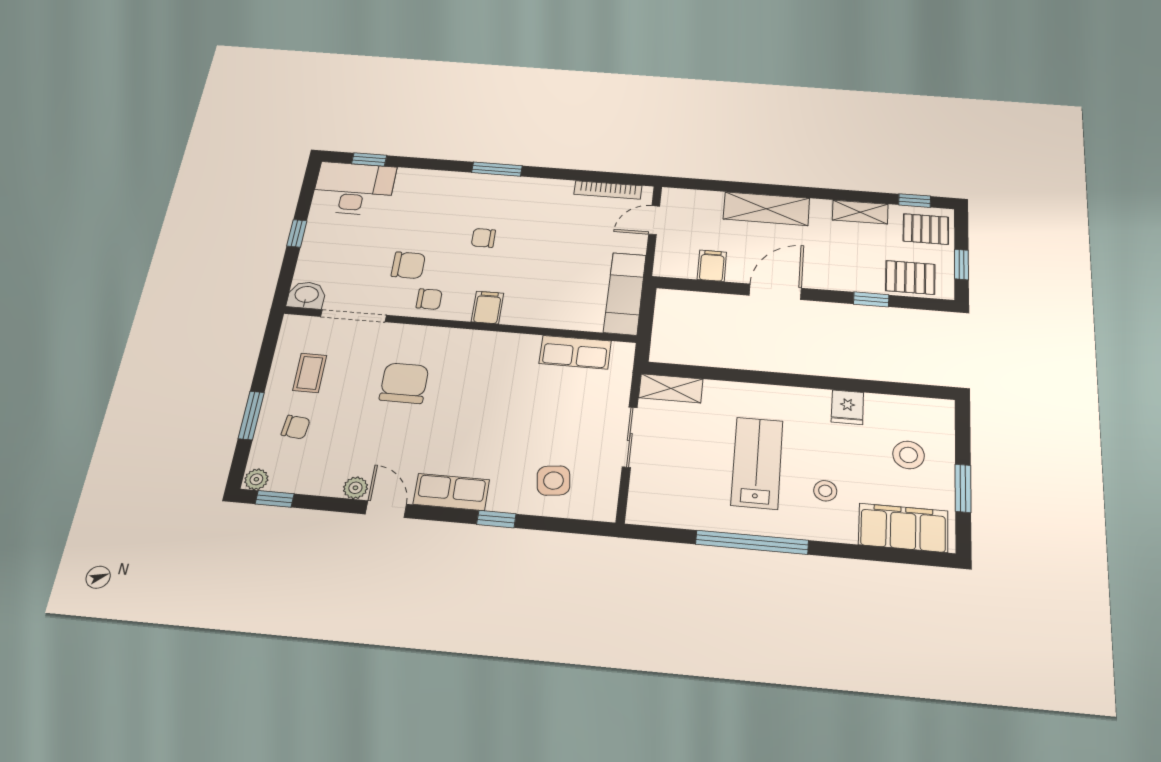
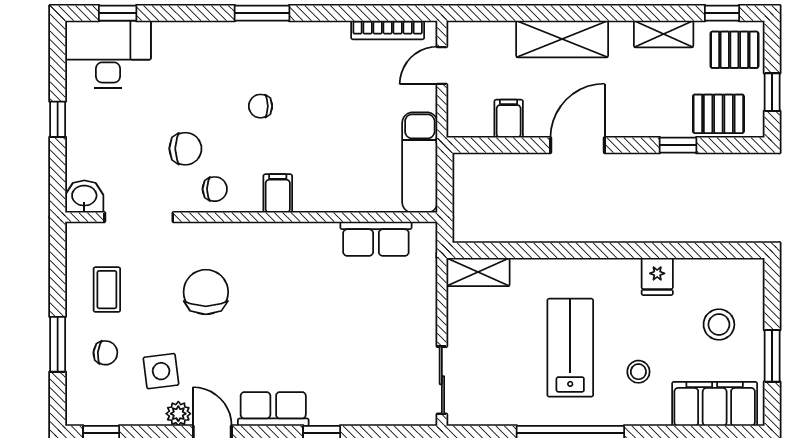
sliding door: (630, 437) -> (442, 380), moved
plant: (256, 479) -> (79, 414), removed
side table: (553, 481) -> (161, 371), moved

